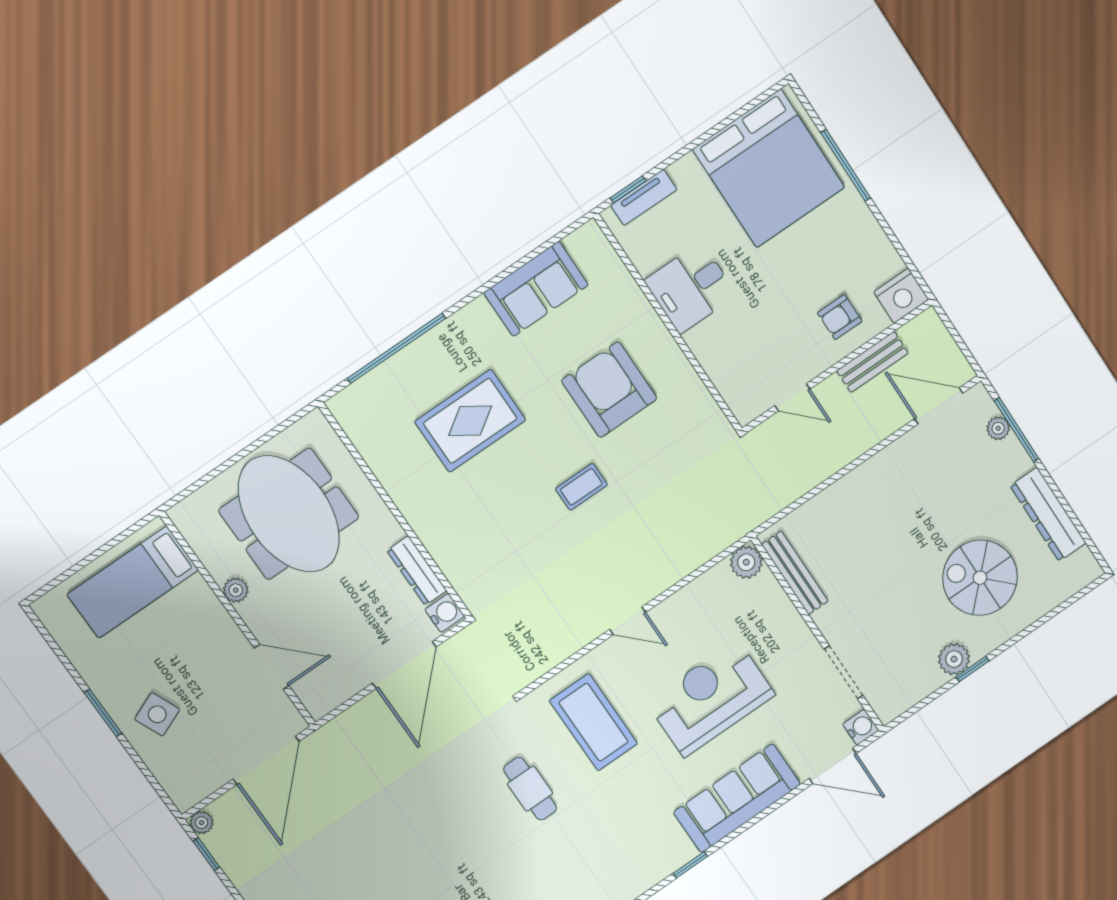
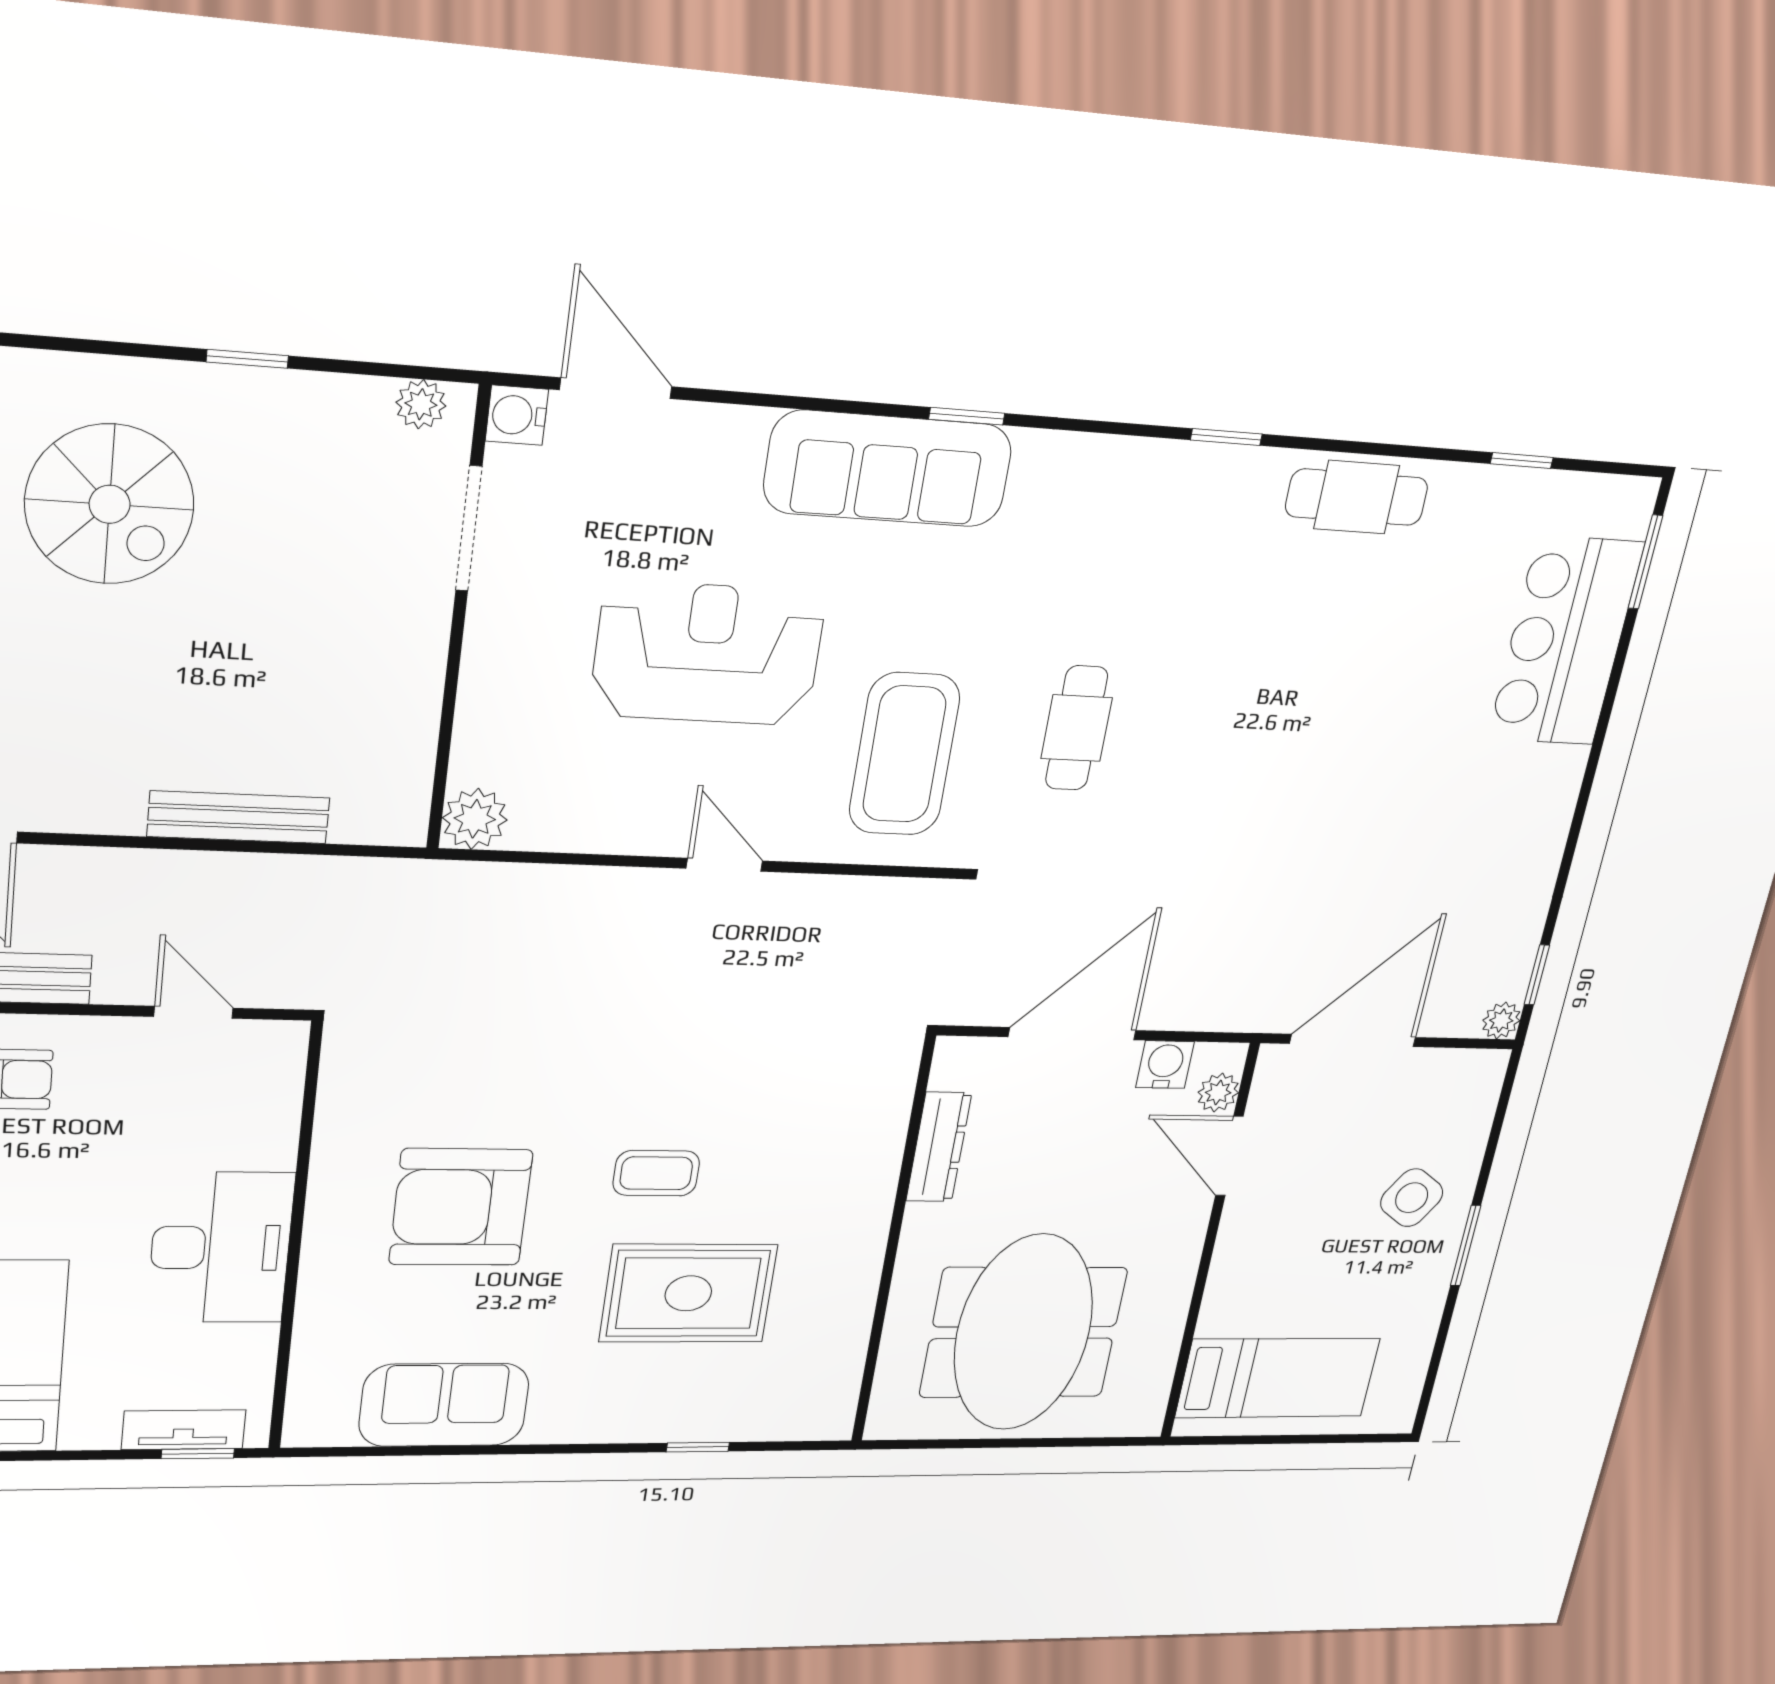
desk: (691, 288) -> (221, 1248), width x1.37
window: (396, 348) -> (698, 1447), width x0.32
armchair: (609, 390) -> (461, 1207), turned 90
coffee table: (581, 487) -> (656, 1173), moved
bench: (795, 573) -> (239, 817), moved, turned 90
plant: (236, 590) -> (1218, 1093), moved
water cooler: (445, 613) -> (1165, 1065), moved, turned 90
plant: (954, 659) -> (421, 404), moved, width x0.73, depth x0.73
reception desk: (711, 698) -> (708, 653), turned 180
side table: (157, 714) -> (1412, 1198), turned -32
sofa: (737, 798) -> (888, 469), moved

